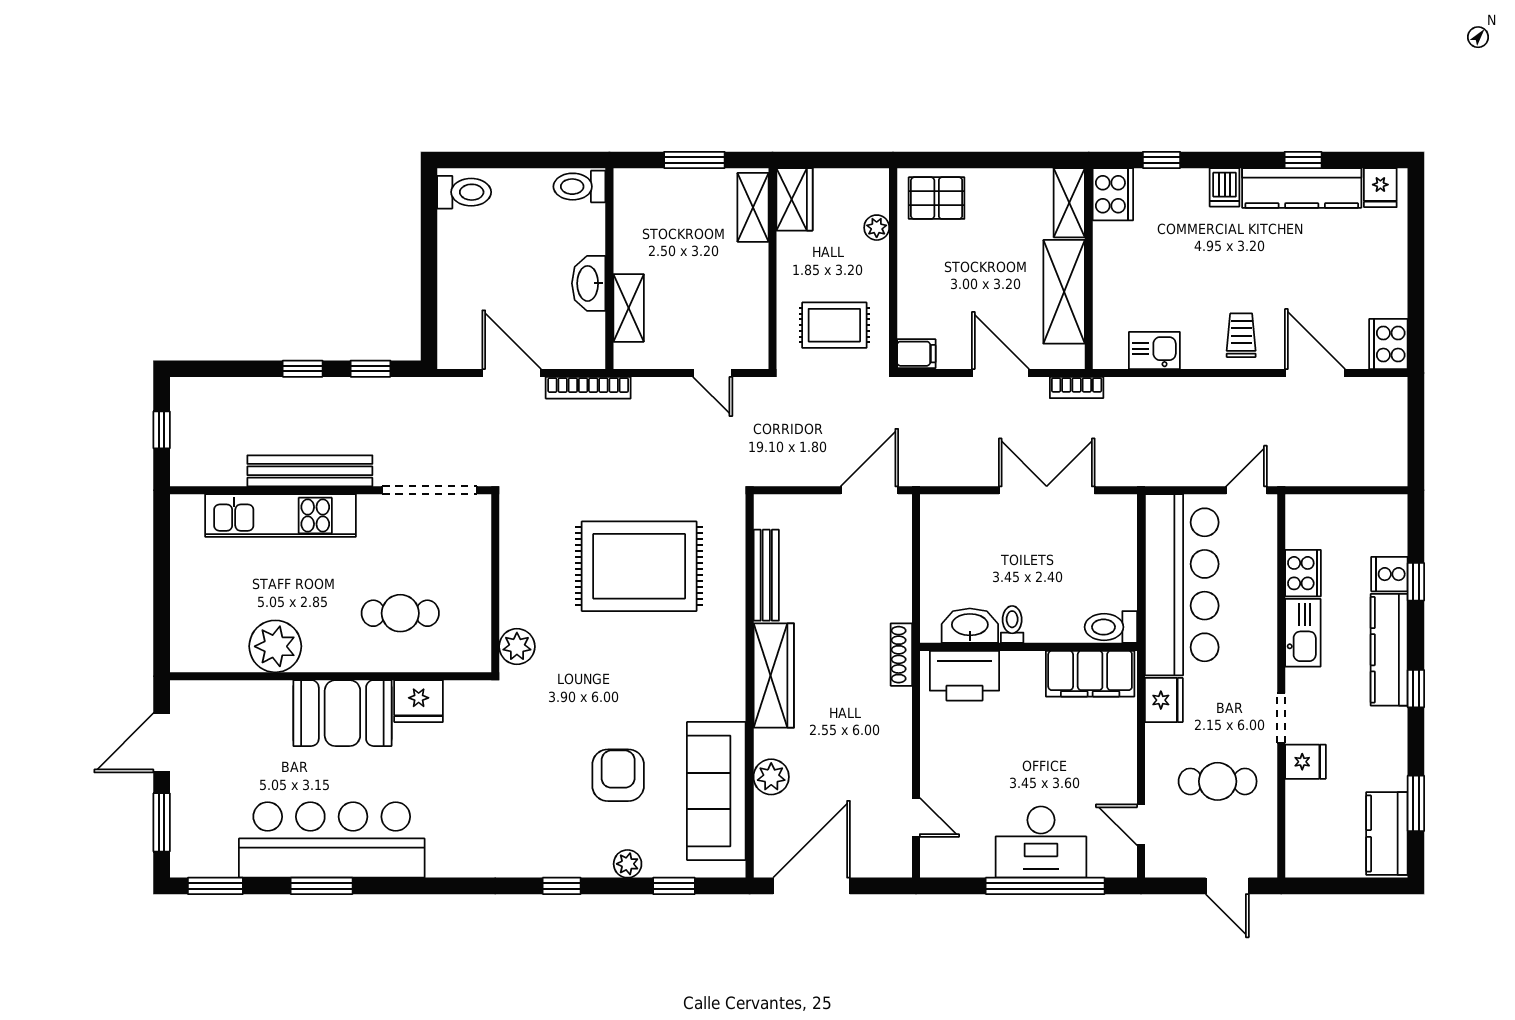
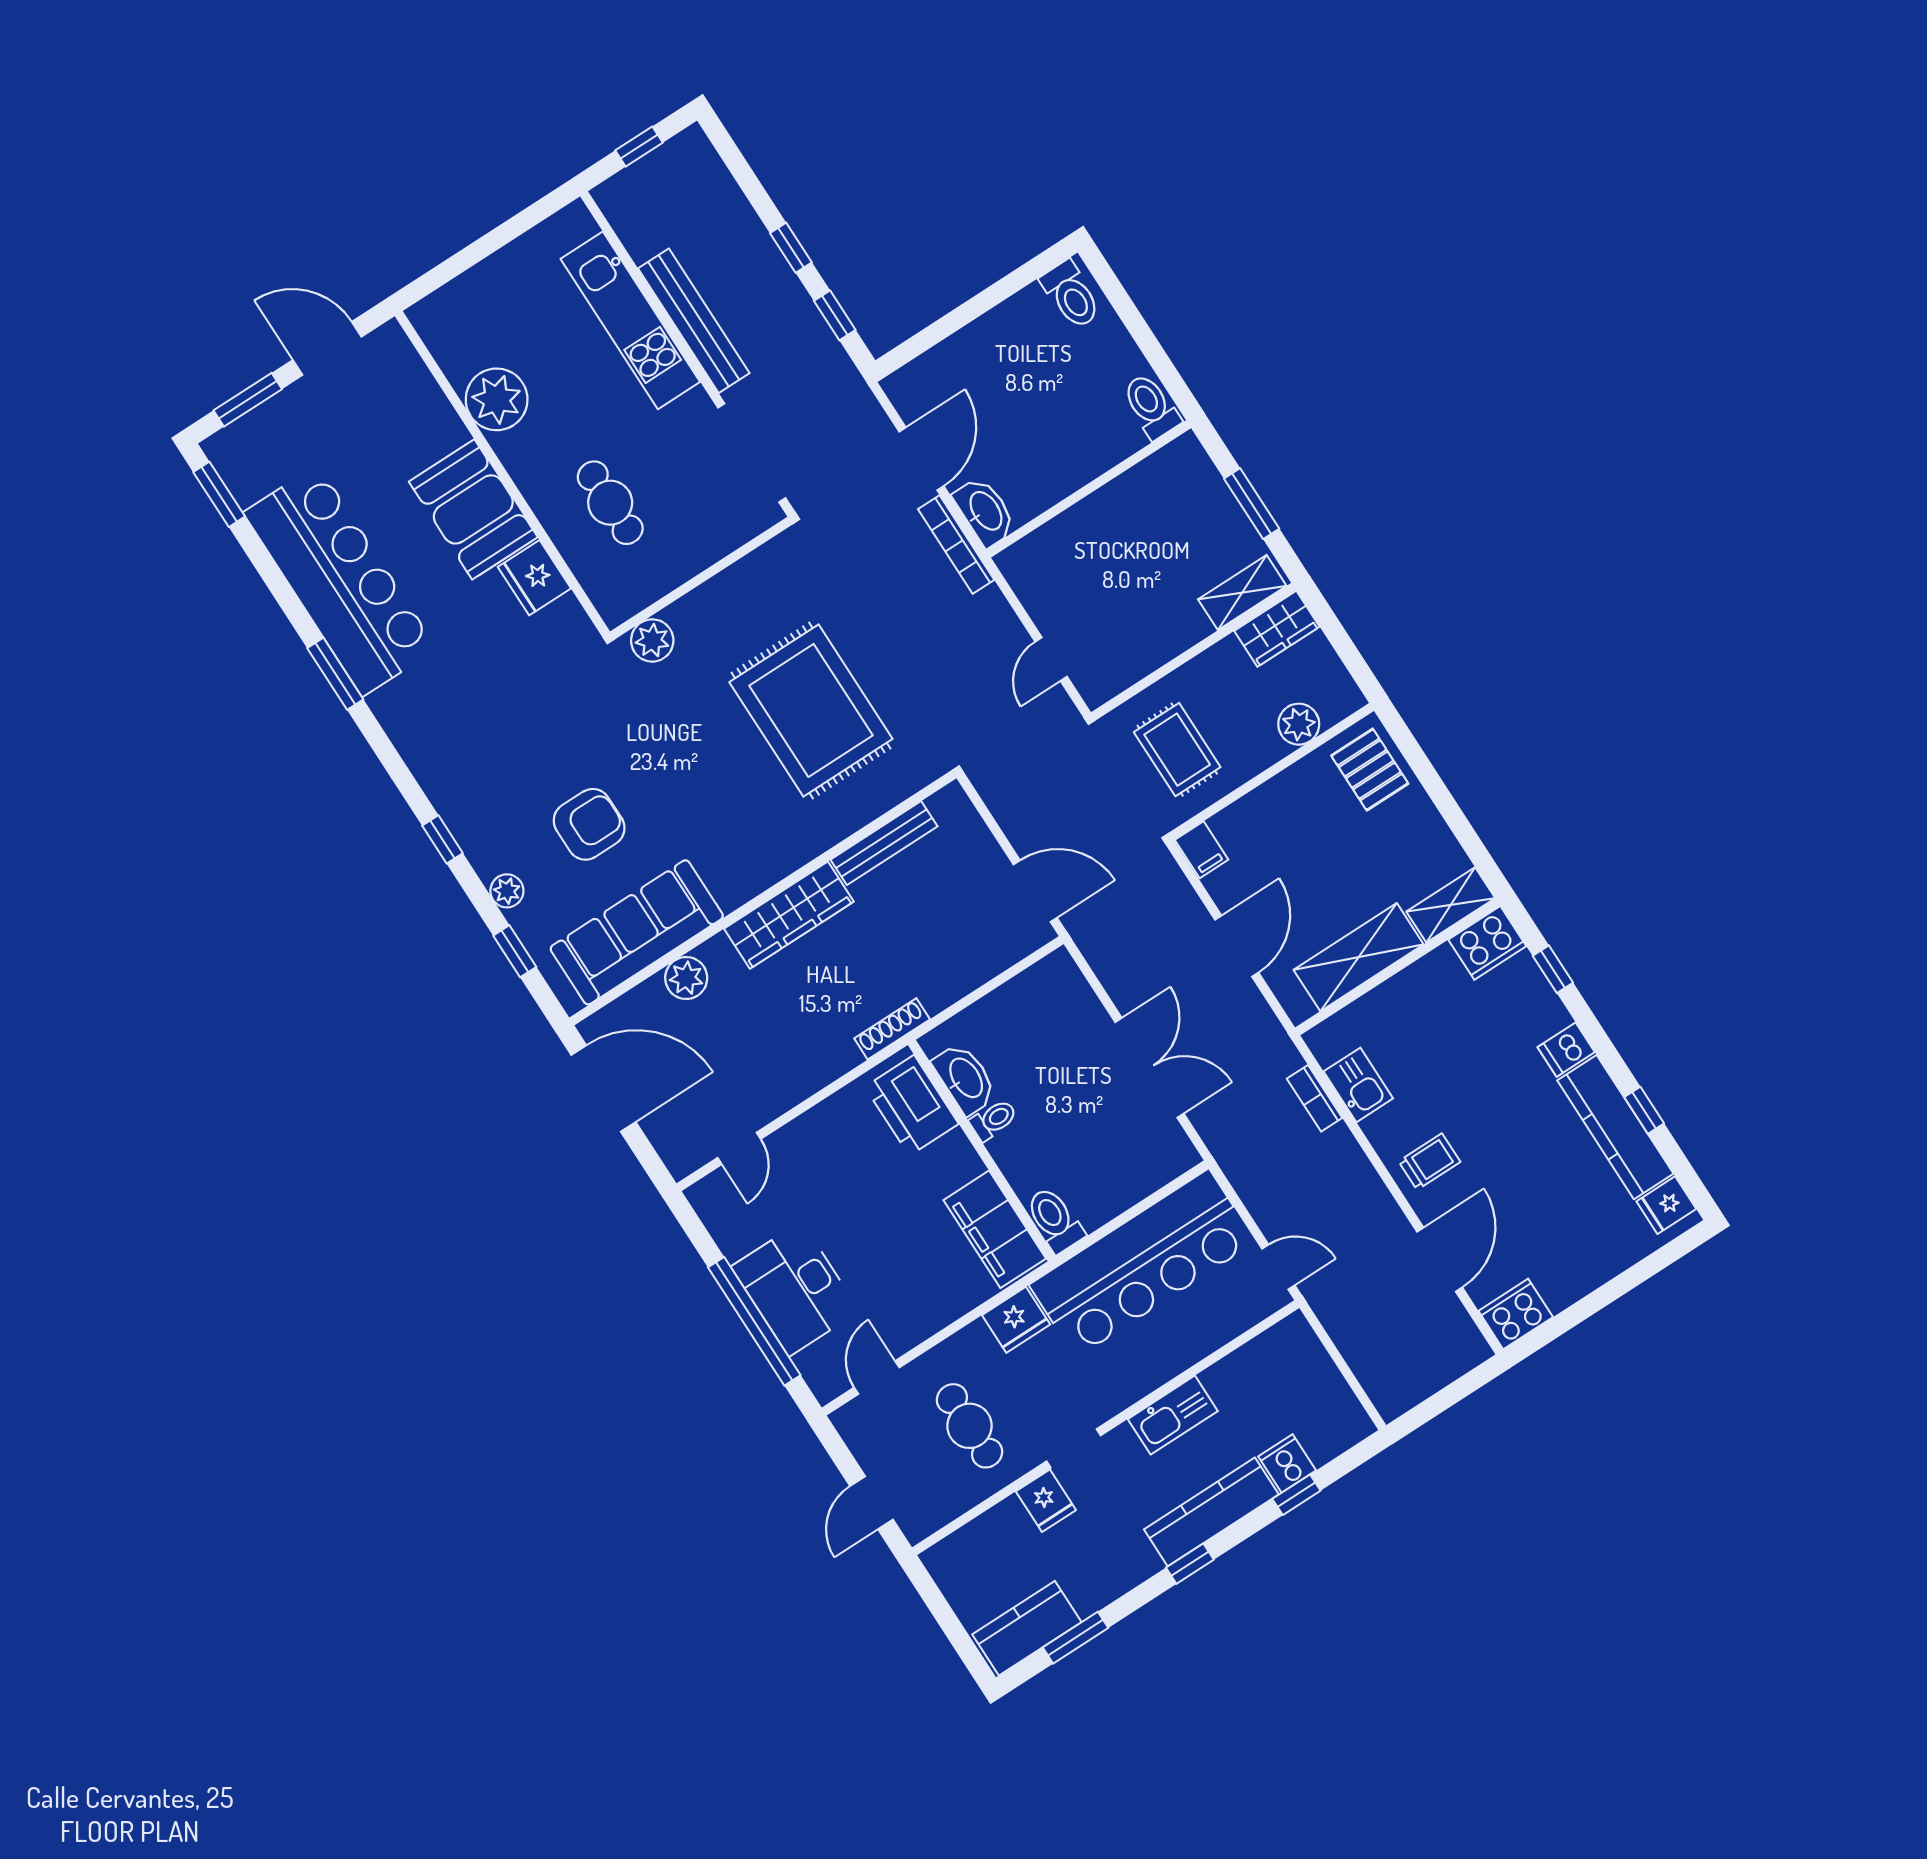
plant: (877, 228) -> (1299, 724), width x1.38, depth x1.38
washbasin: (589, 283) -> (985, 511), moved, turned 90
shelving: (629, 308) -> (1062, 533), removed
bookcase: (1077, 388) -> (1315, 1098), moved
cooker: (1303, 573) -> (1232, 1377), removed
window: (322, 886) -> (335, 674), moved

